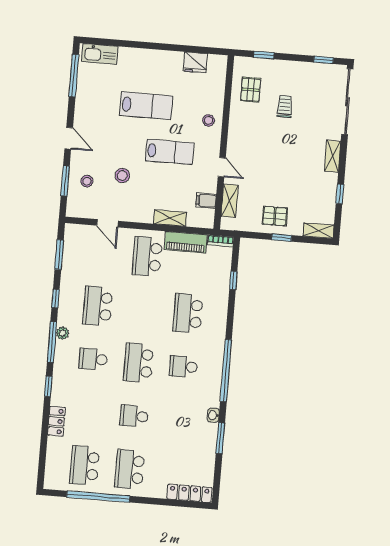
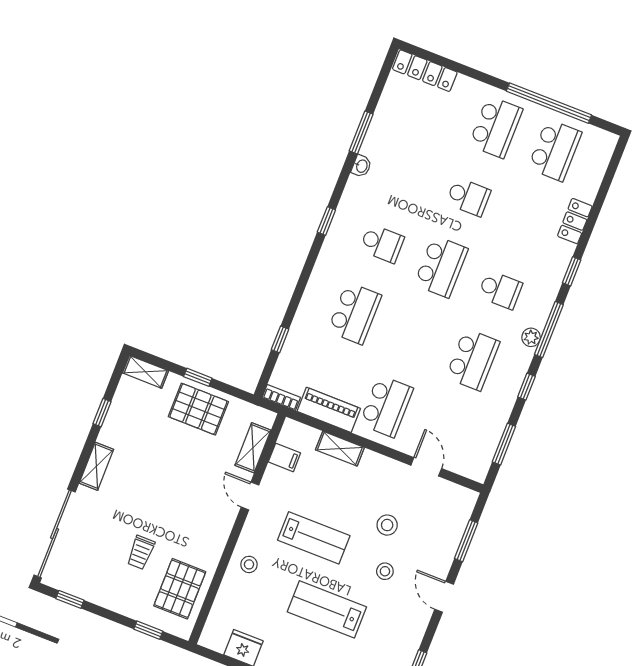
pallet: (251, 90) -> (180, 589), width x1.50, depth x1.42
lab bench: (170, 152) -> (314, 538), turned 180
stool: (87, 181) -> (385, 571), moved
pallet: (275, 216) -> (198, 409), width x1.50, depth x1.42
window: (226, 371) -> (326, 221), width x0.32

